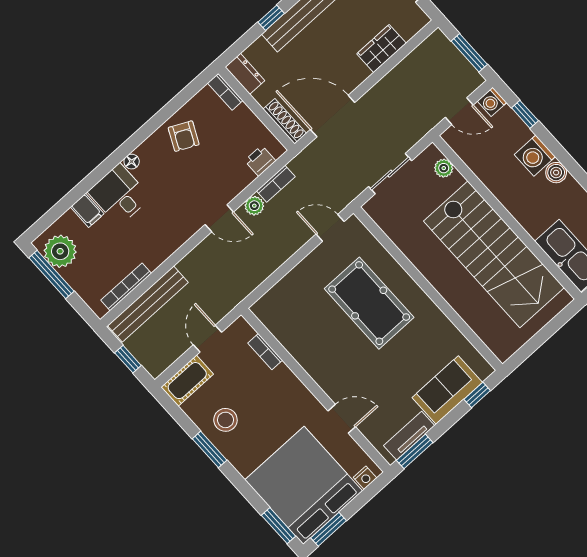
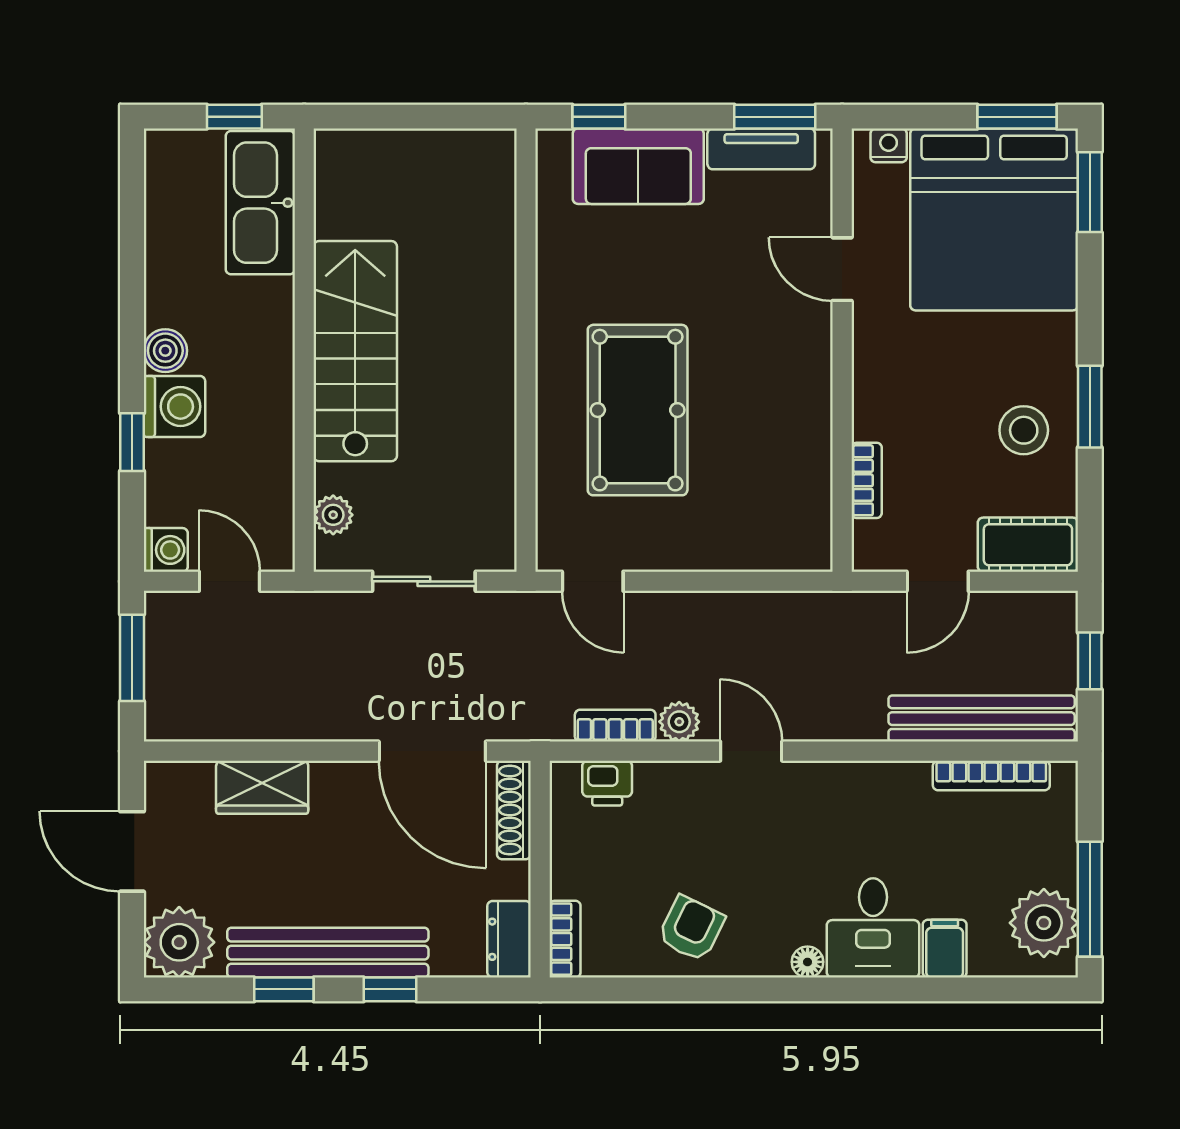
window: (525, 114) -> (132, 442), moved
stairs: (494, 254) -> (355, 351), width x0.73, depth x0.66

